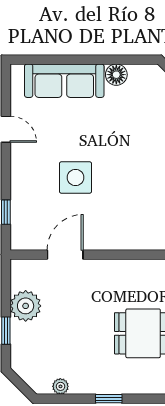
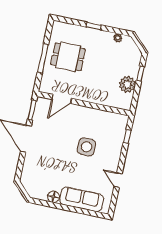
door: (65, 255) -> (62, 99), moved

